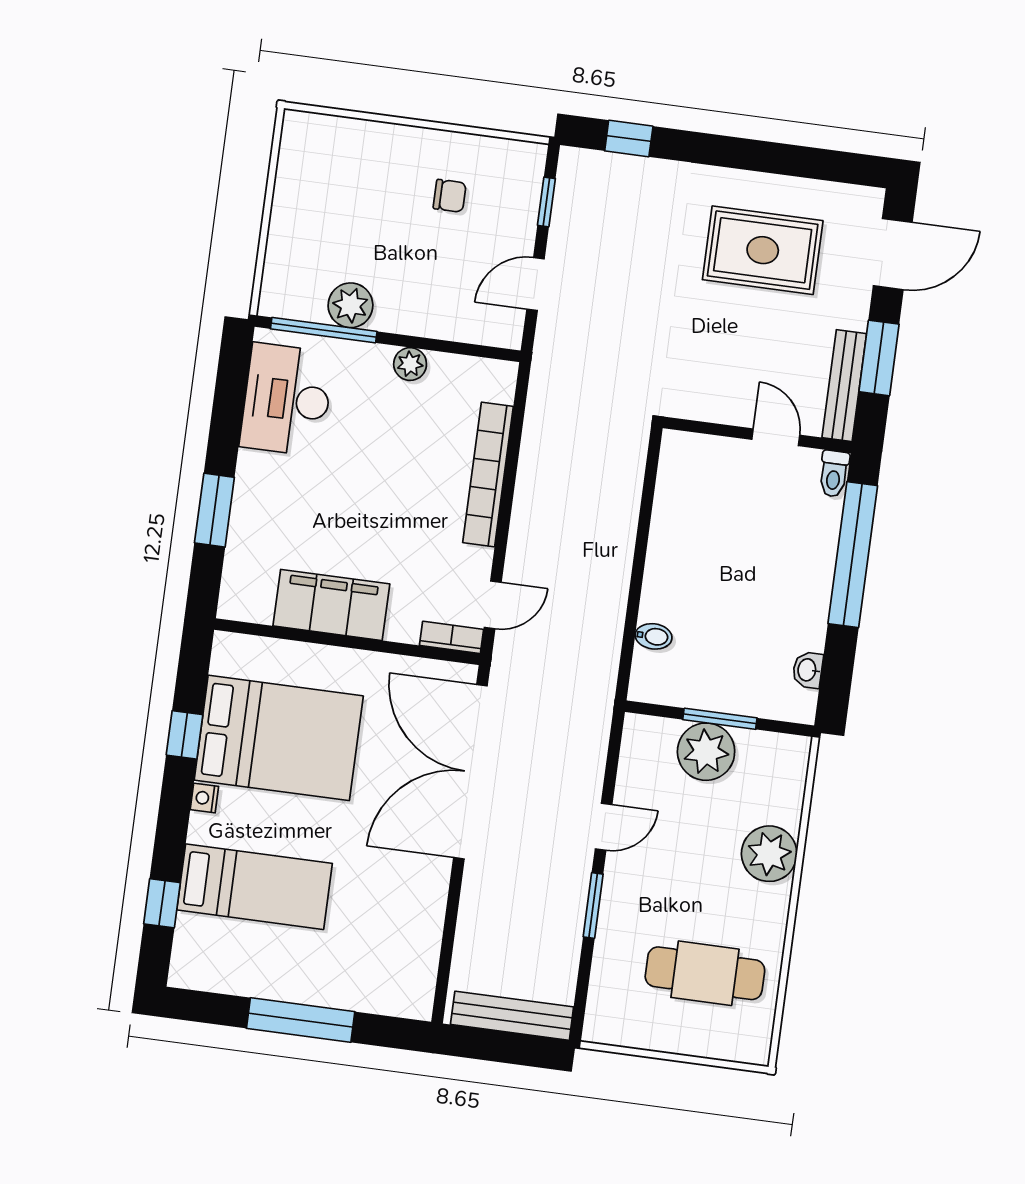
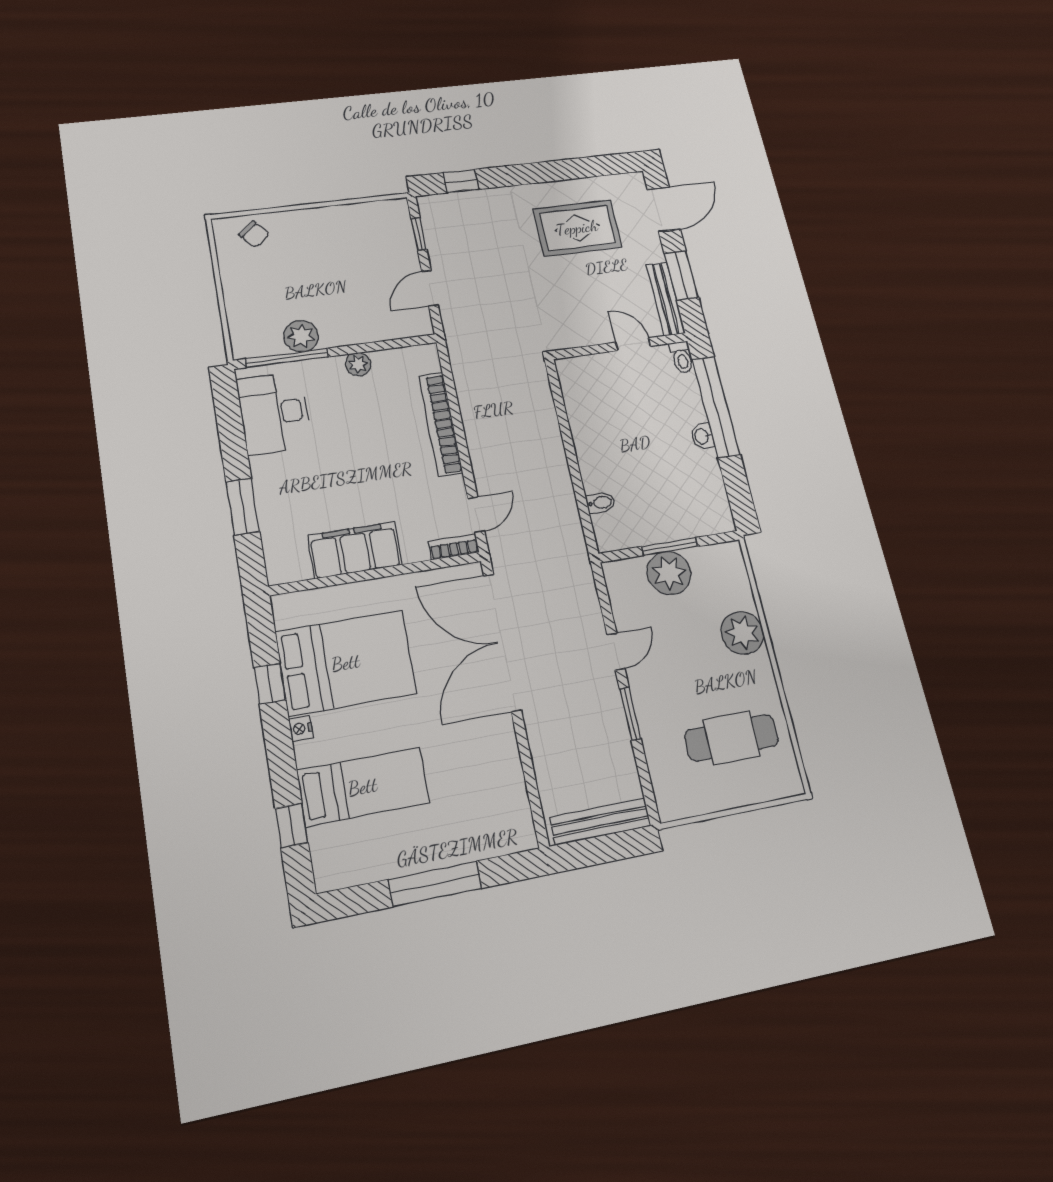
chair: (450, 196) -> (254, 234), moved, turned 49
washbasin: (808, 670) -> (702, 436), moved

